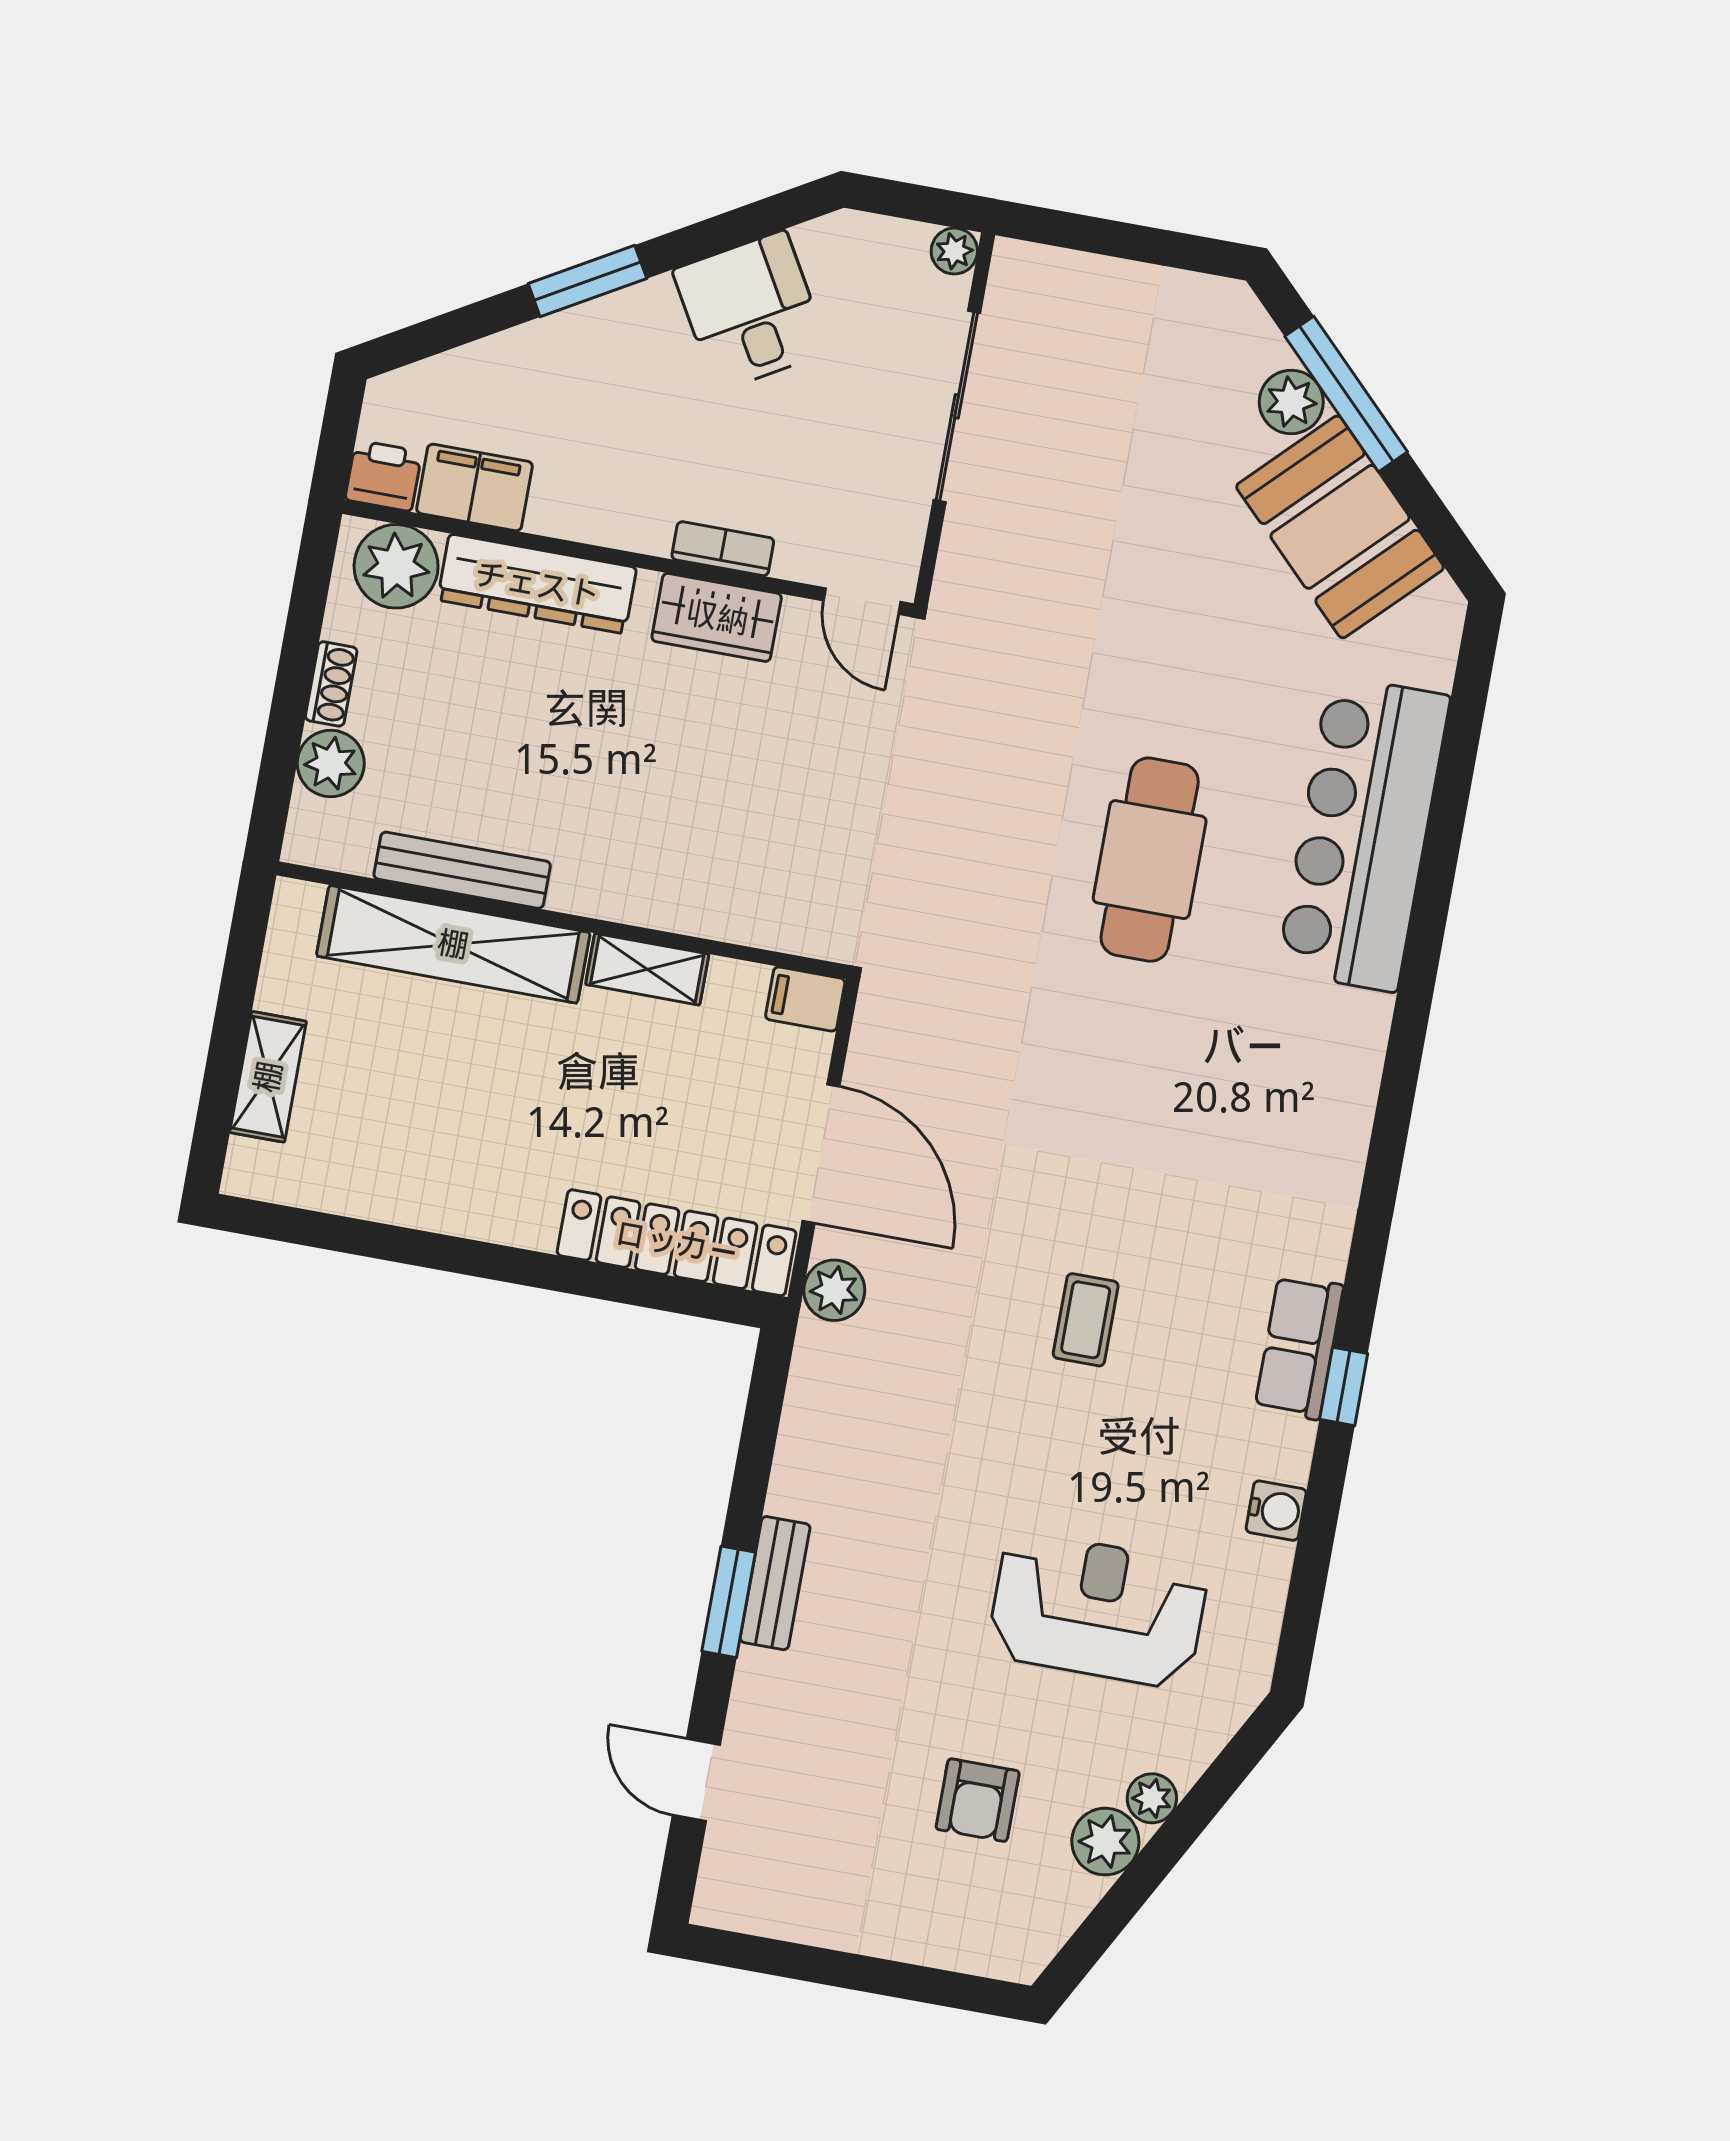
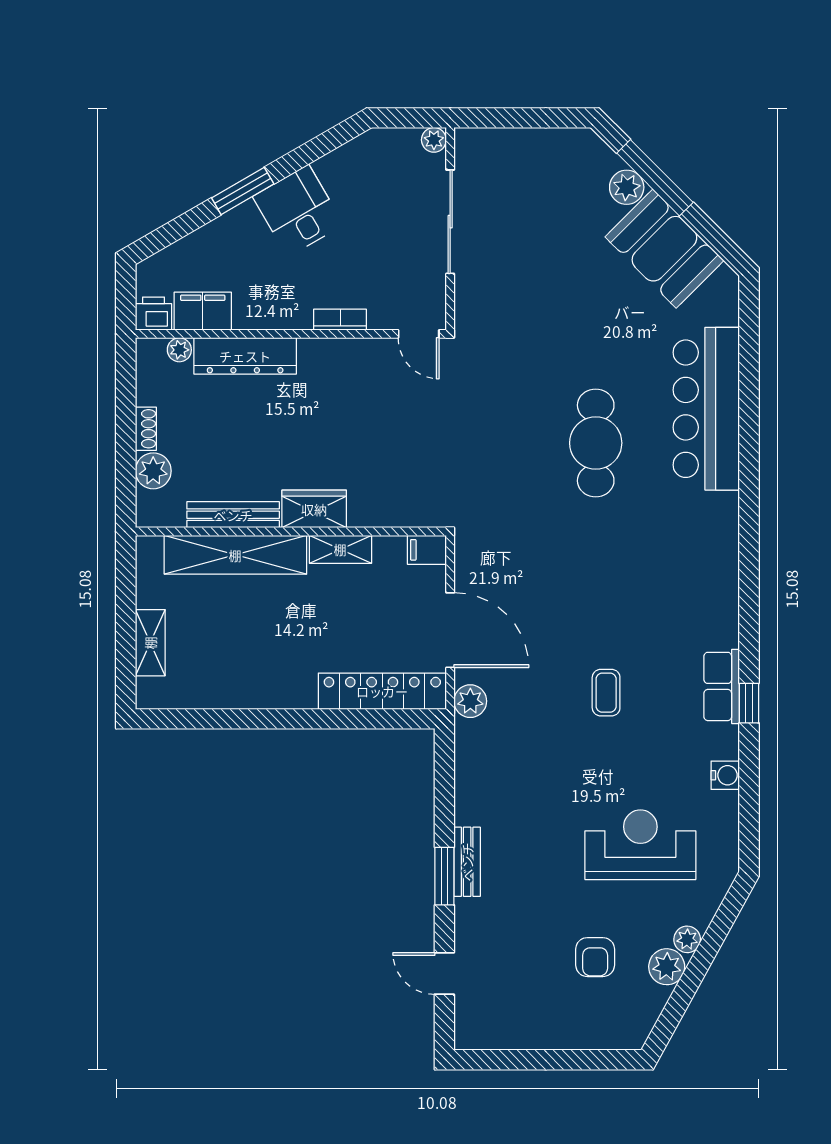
desk: (751, 311) -> (298, 211), moved
plant: (396, 566) -> (179, 350), width x0.53, depth x0.53
wardrobe: (717, 617) -> (314, 509), moved, turned 180

